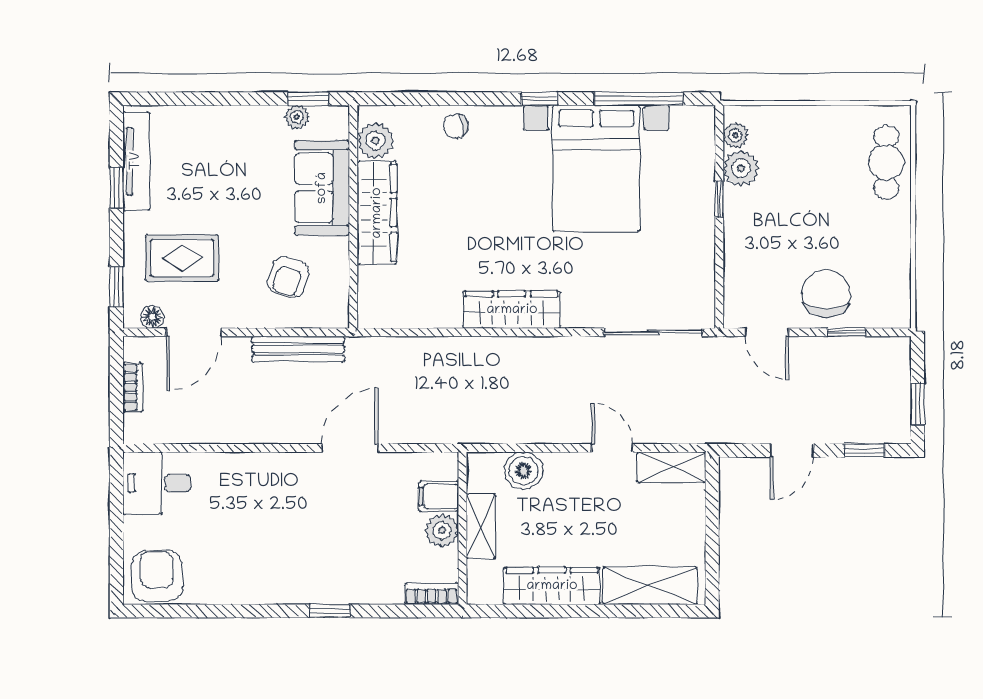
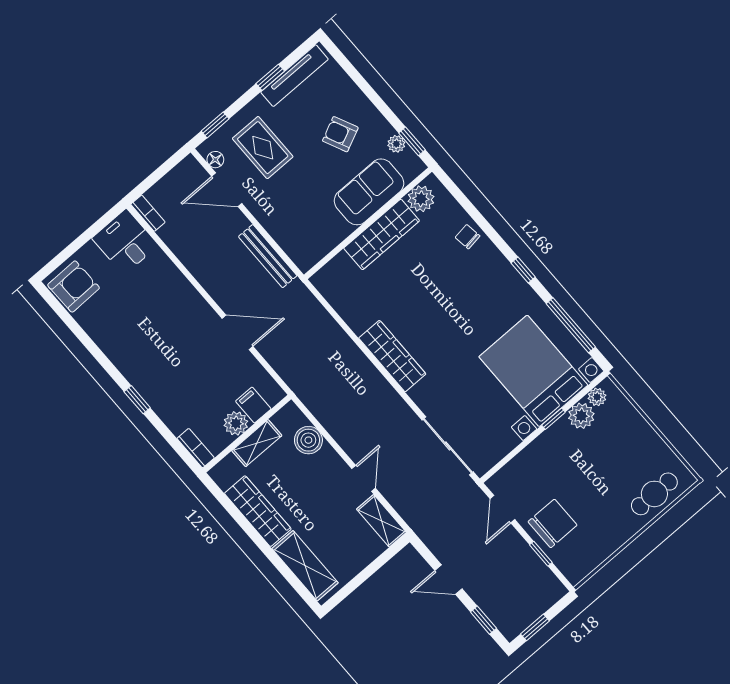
bed with nightstands: (596, 168) -> (533, 371), moved, turned 90
armchair: (288, 277) -> (340, 134), moved, turned 47
bookcase: (133, 387) -> (148, 213), moved, turned -90

